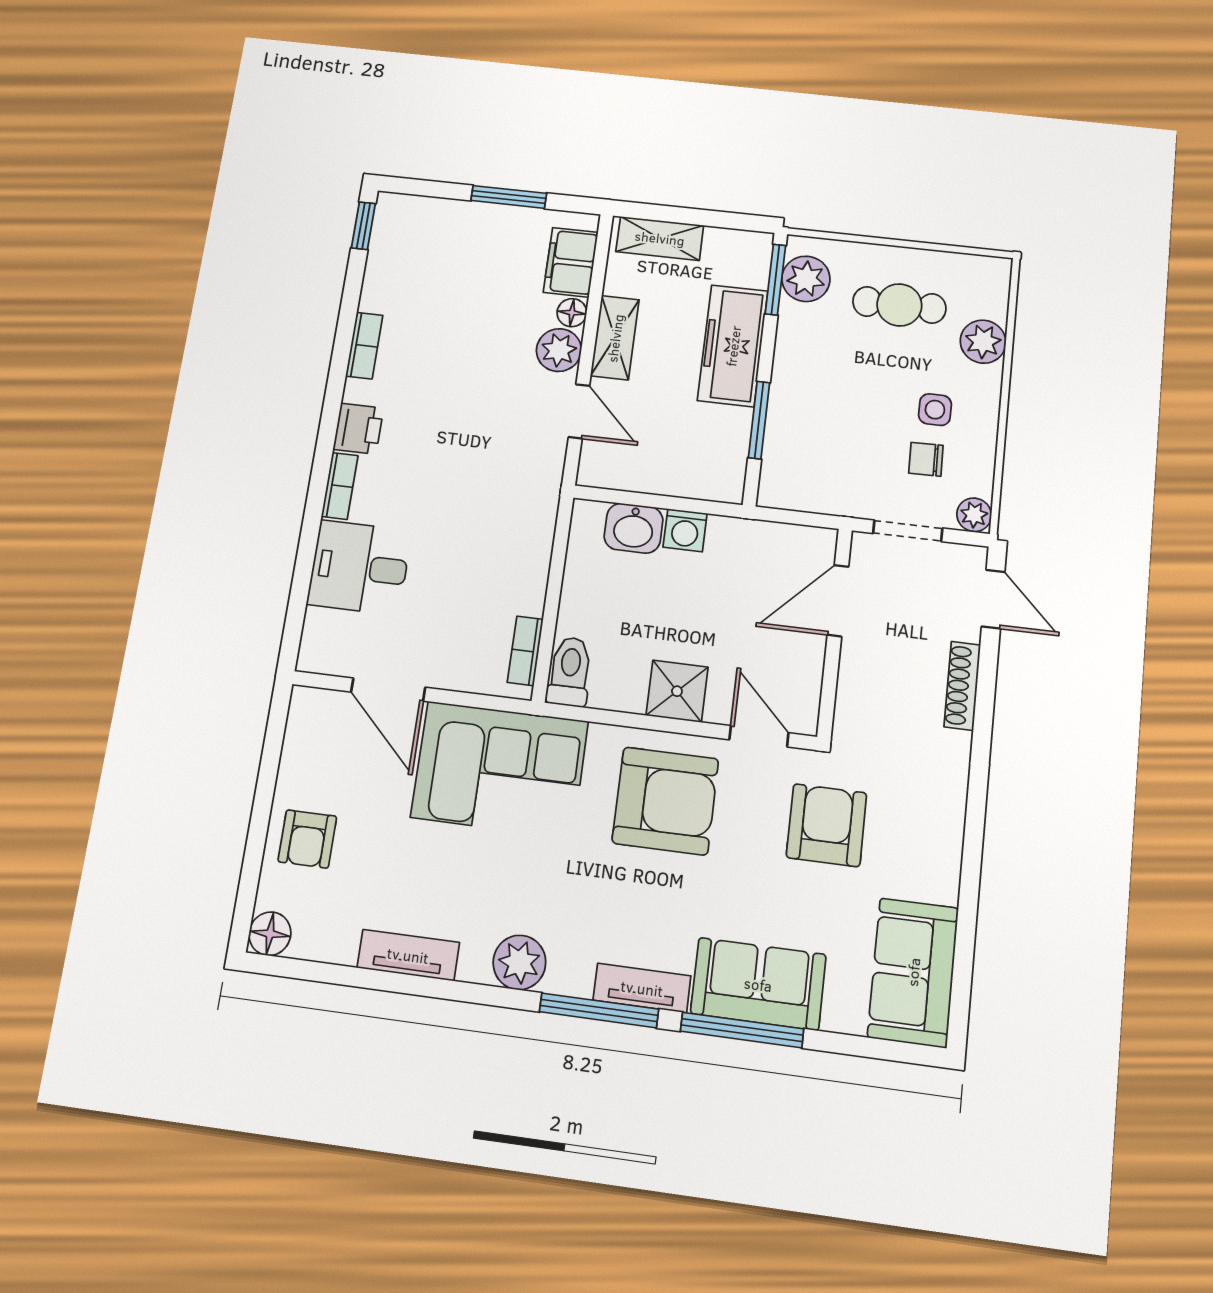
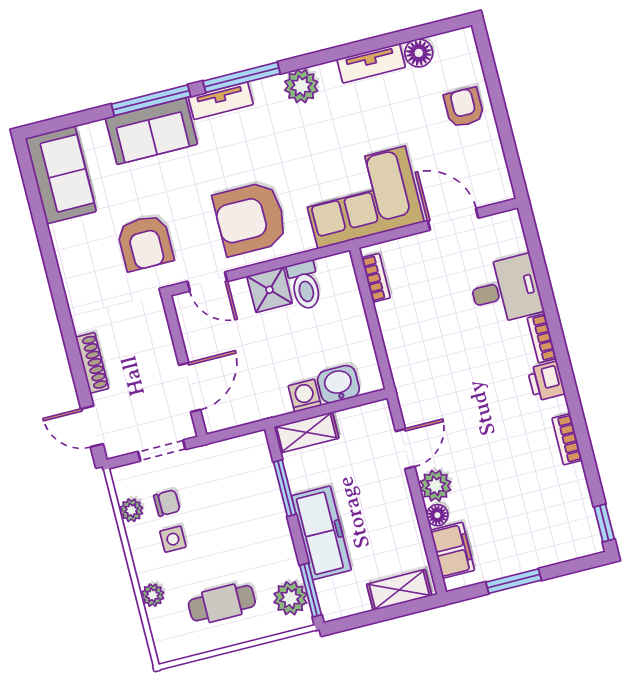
shelving: (615, 338) -> (306, 432), moved, turned 90
plant: (983, 342) -> (153, 595), width x0.73, depth x0.73
door: (579, 411) -> (405, 449), swing flipped
plant: (974, 515) -> (131, 510), moved
toilet: (570, 672) -> (305, 285), moved
floor lamp: (270, 934) -> (419, 53), moved

